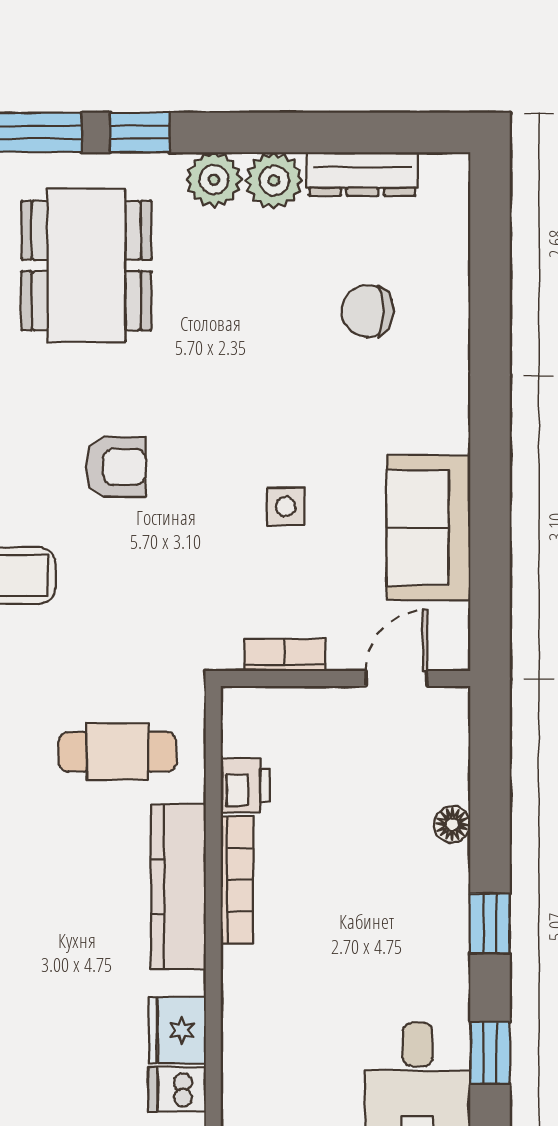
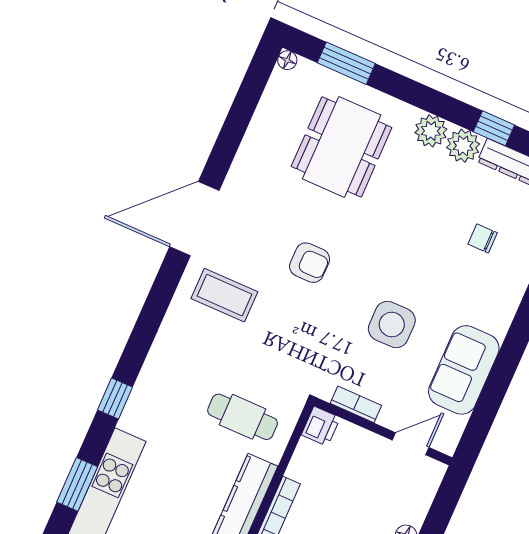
window: (140, 132) -> (494, 128), moved
chair: (368, 311) -> (483, 238), width x0.73, depth x0.73
side table: (286, 507) -> (392, 324), width x1.87, depth x1.87
printer: (245, 785) -> (321, 426), moved

